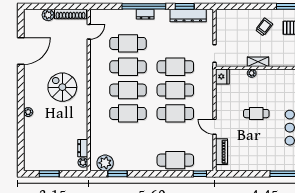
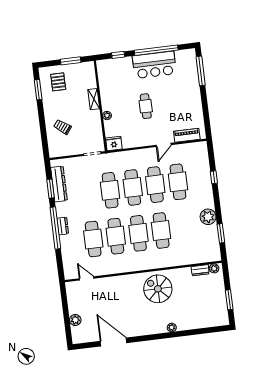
shoe rack: (71, 14) -> (72, 298), removed
trolley: (264, 27) -> (62, 127), moved
shelving: (258, 62) -> (94, 99), moved
spiral stairs: (62, 87) -> (158, 289), moved, turned 90
cafe table: (175, 160) -> (178, 182), moved
plant: (105, 163) -> (208, 217), moved
window: (200, 174) -> (214, 177), moved

